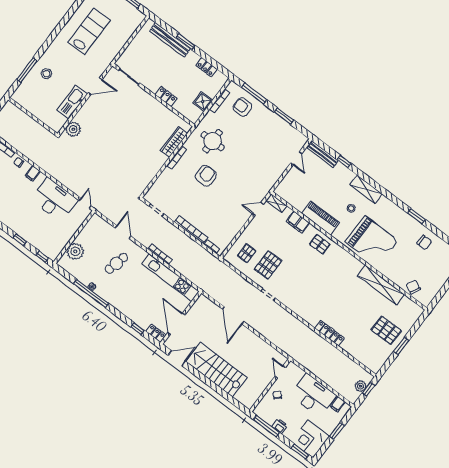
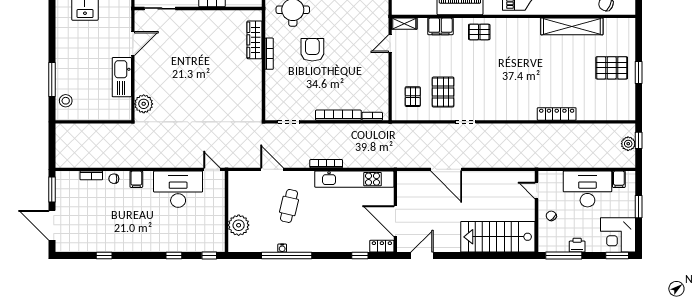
stool: (46, 74) -> (66, 101), moved
stairs: (216, 370) -> (498, 237), moved

